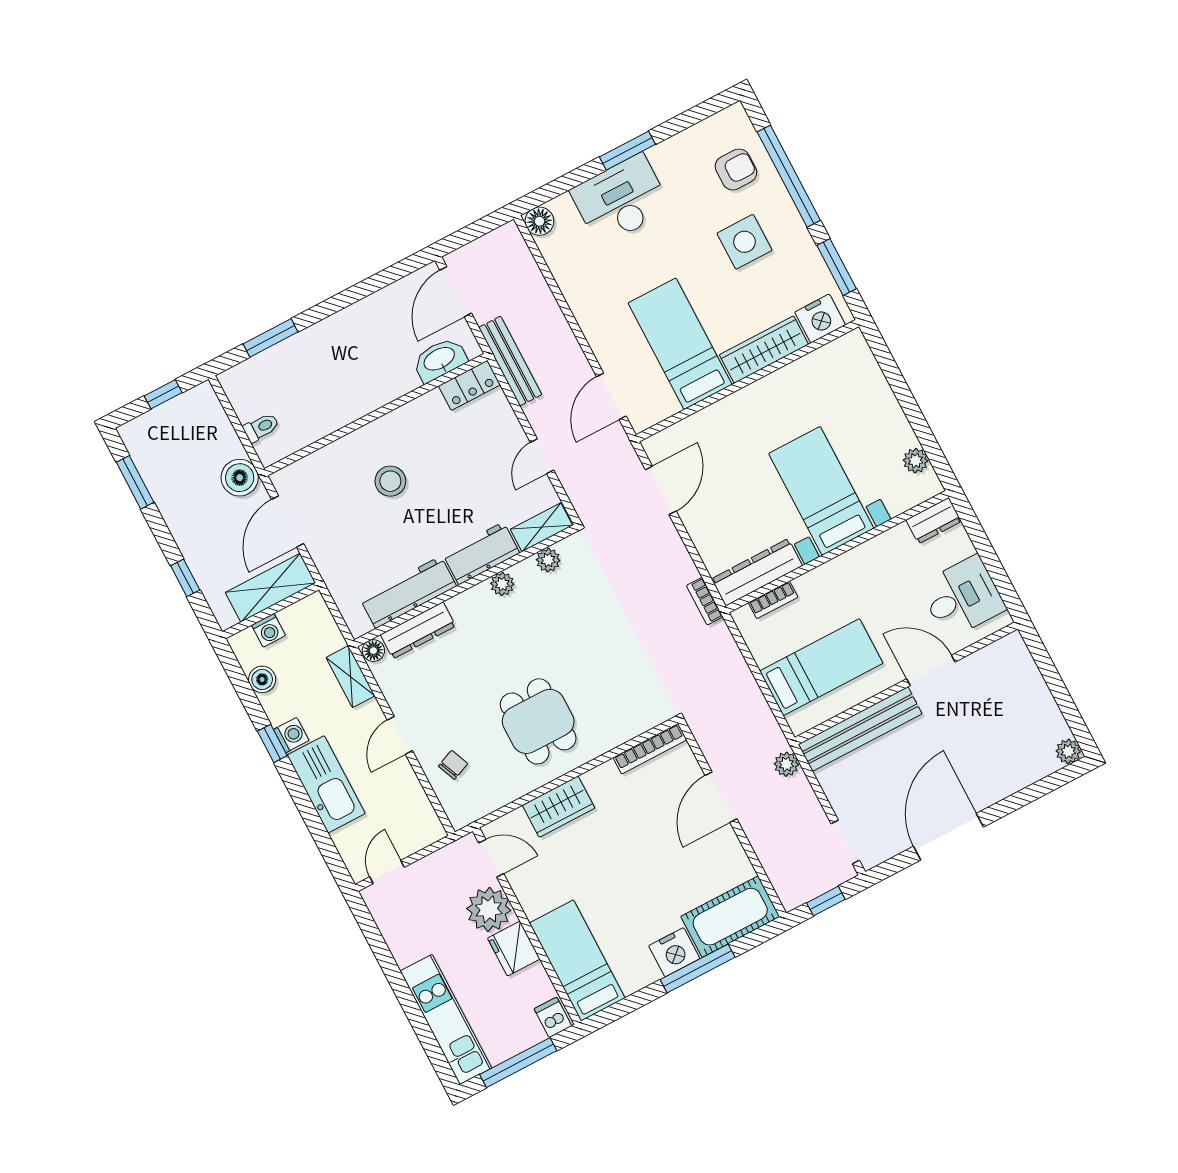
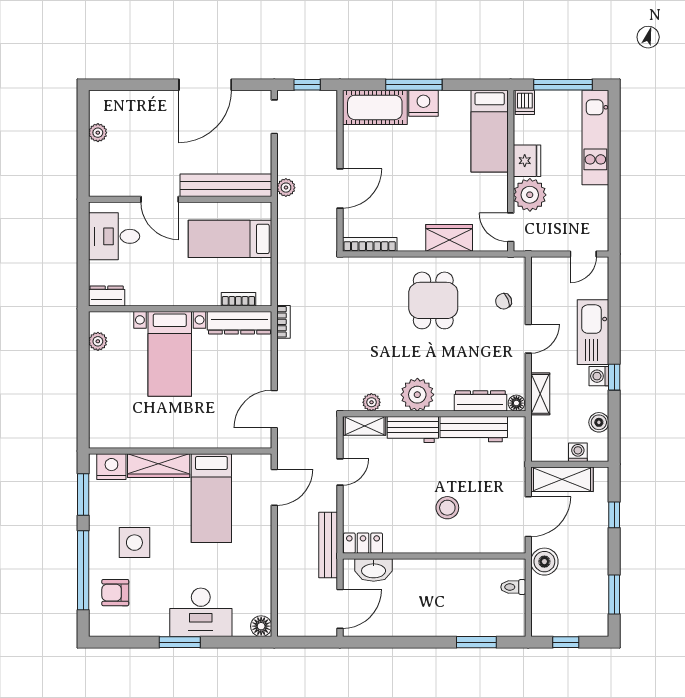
plant: (502, 584) -> (417, 395), width x1.87, depth x1.87
plant: (1068, 751) -> (98, 133), moved

